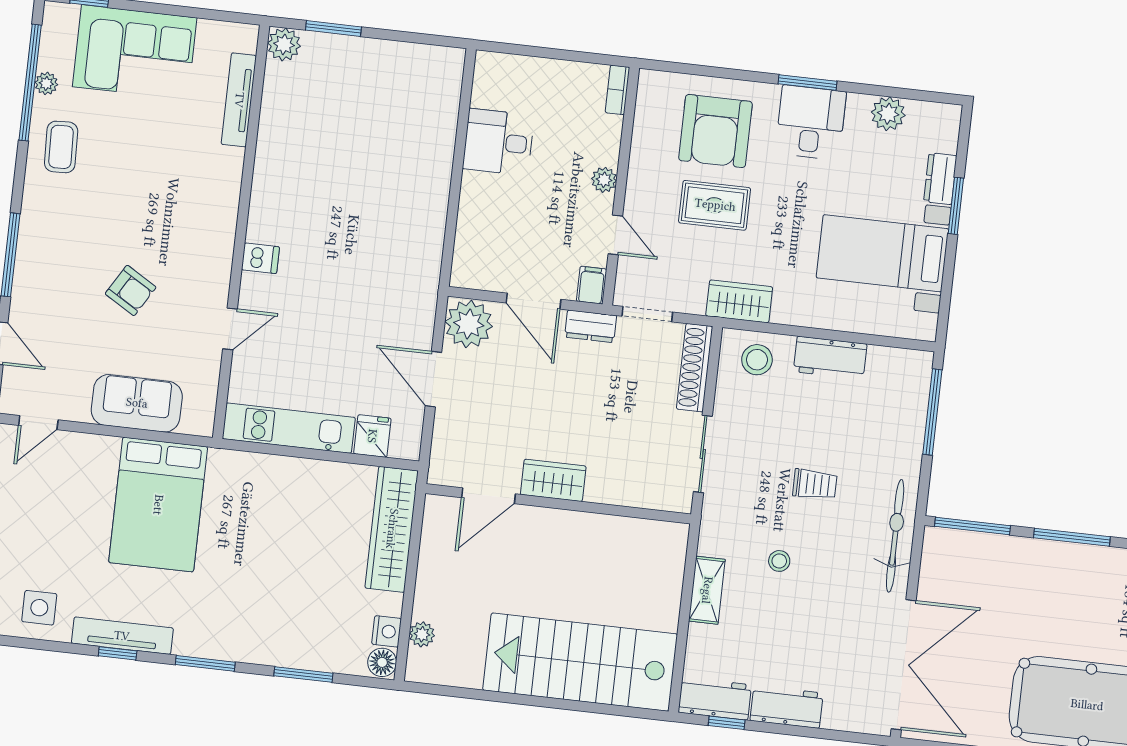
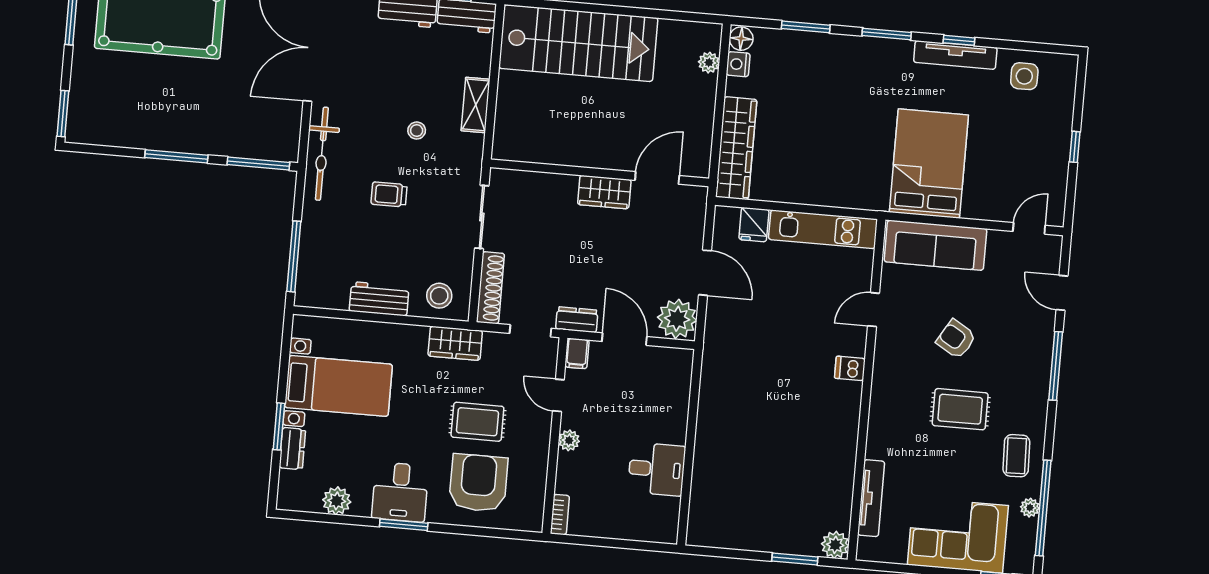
rug: (128, 205) -> (960, 409), added
sofa: (137, 403) -> (935, 245), width x1.36

